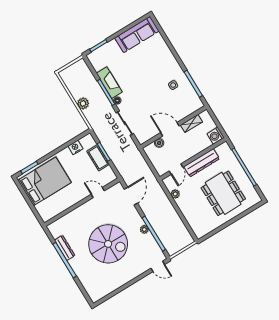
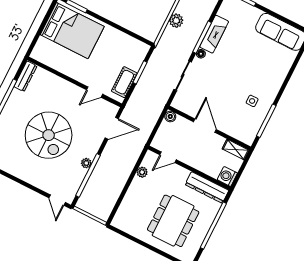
shelving: (191, 123) -> (236, 150), moved
boiler: (159, 143) -> (170, 116), moved
nightstand: (75, 147) -> (126, 41), removed
cot: (98, 158) -> (124, 82), moved
dresser: (202, 163) -> (207, 187), moved
door: (98, 192) -> (95, 92), swing flipped
dresser: (65, 248) -> (25, 76), moved

